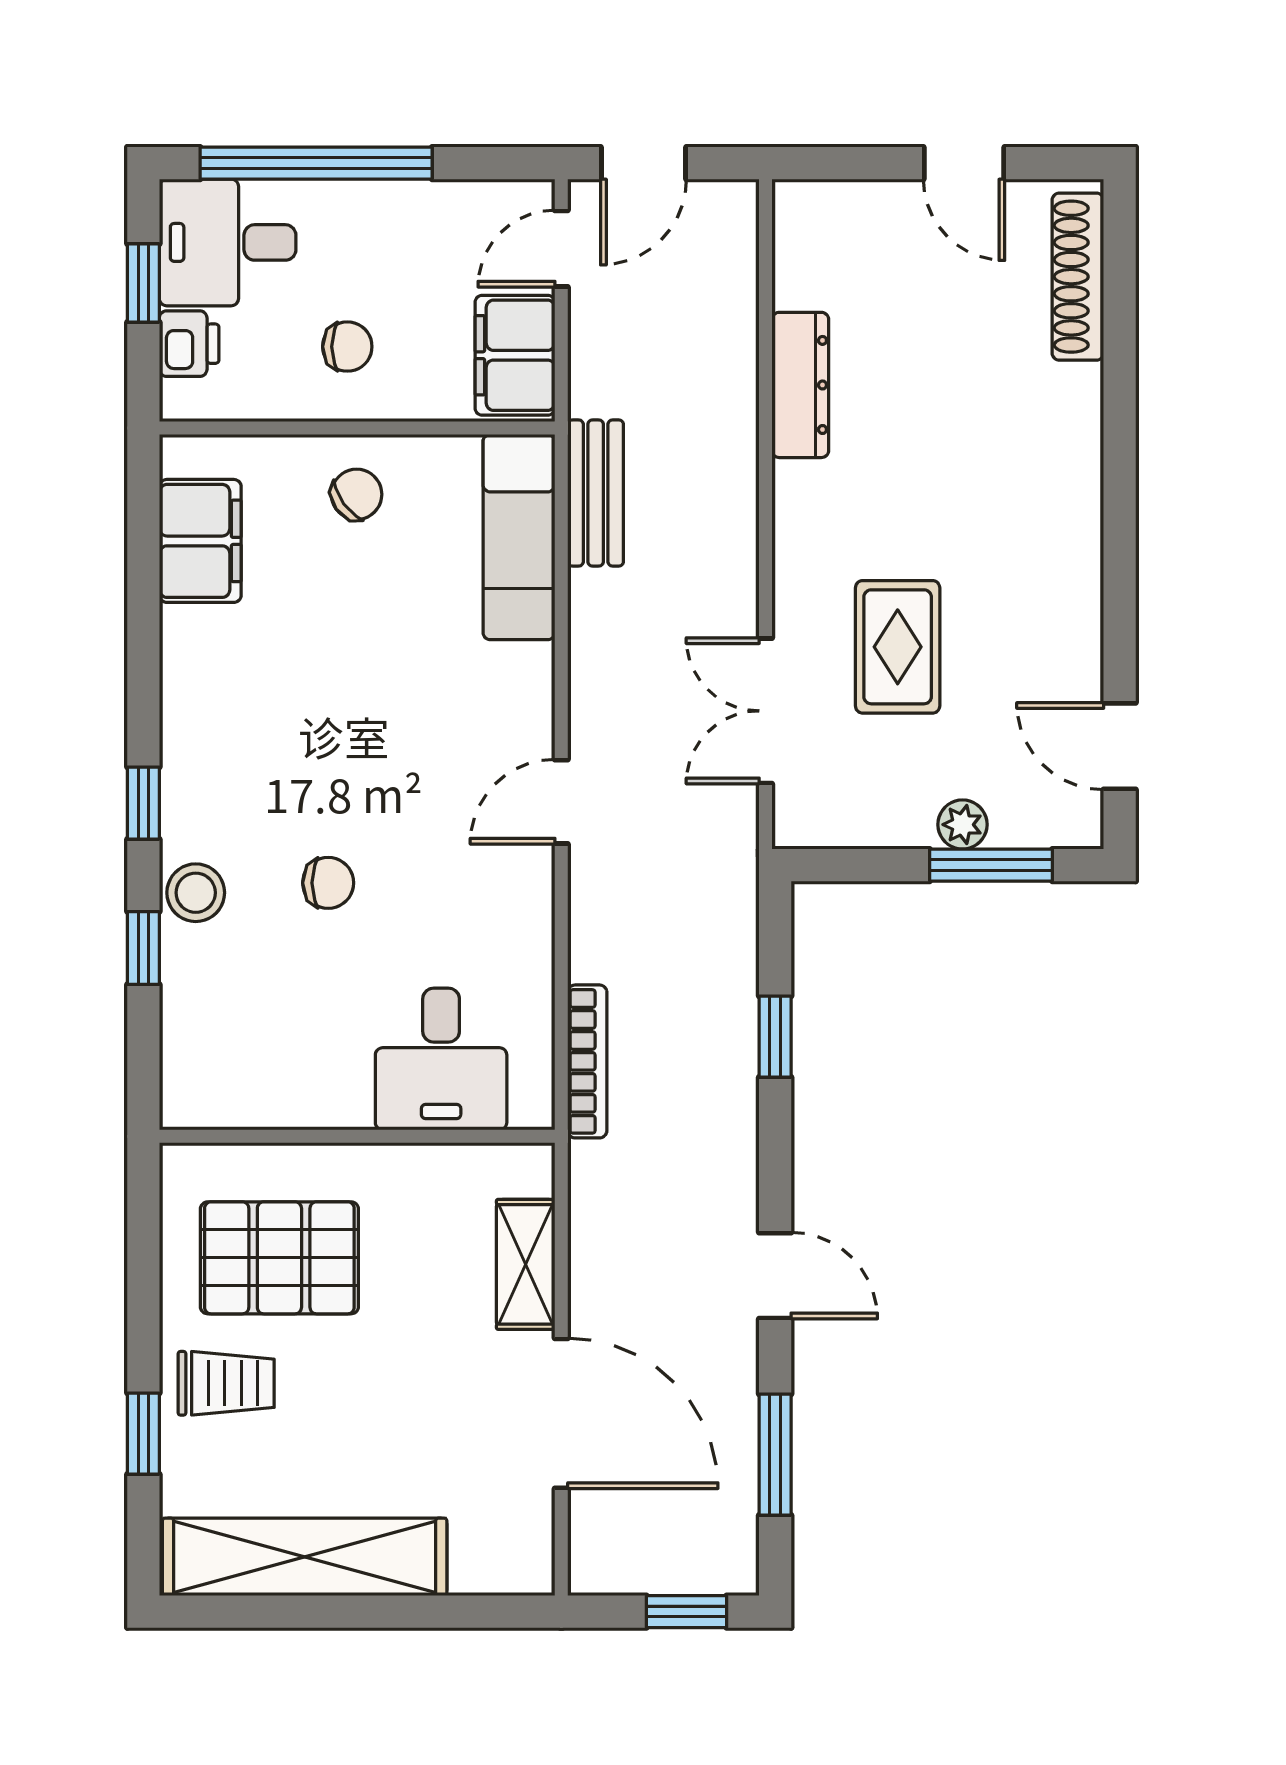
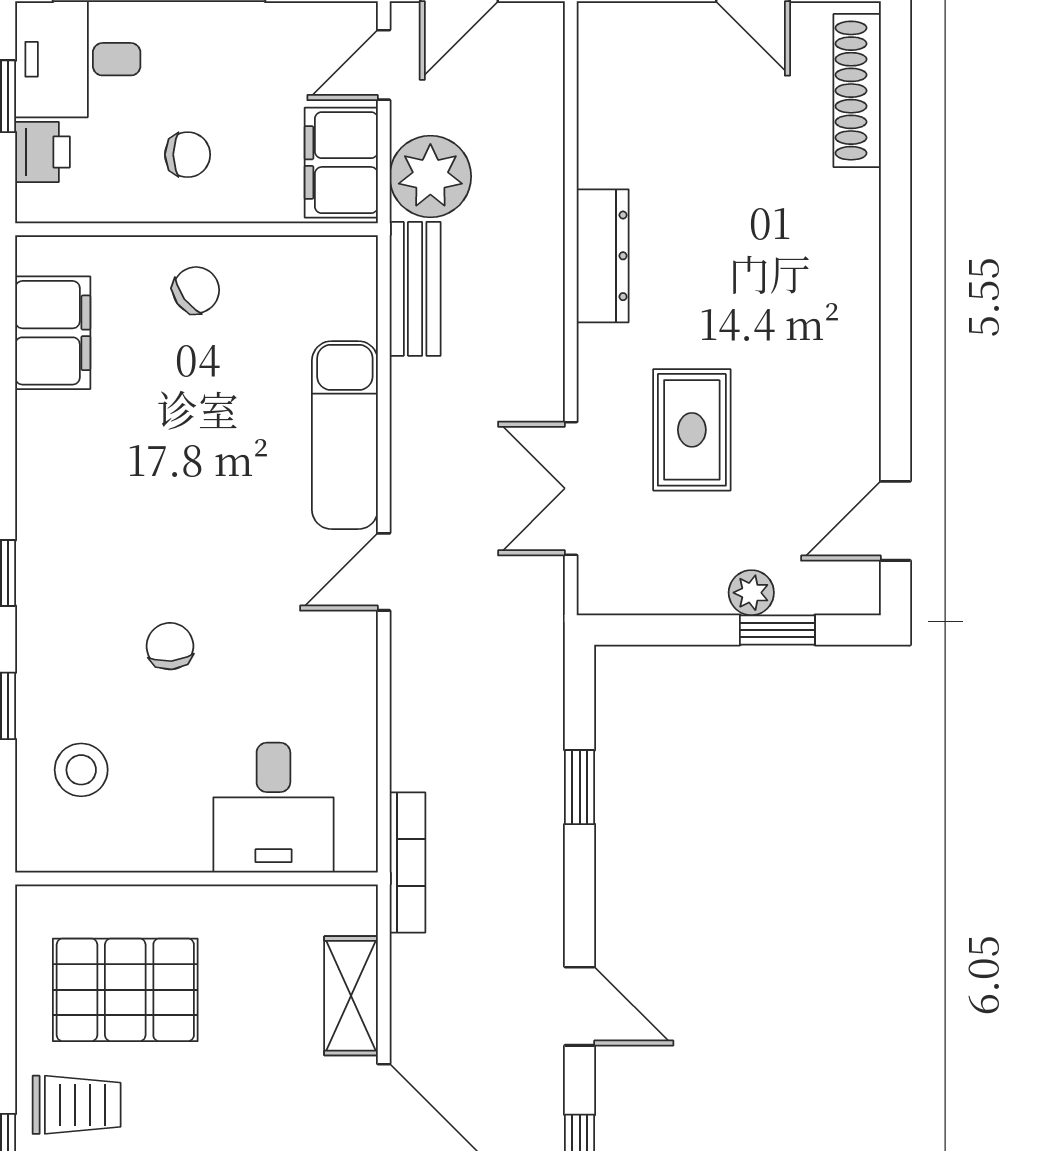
plant: (612, 370) -> (430, 176), added
dresser: (800, 385) -> (603, 256), moved
exam couch: (519, 537) -> (345, 435), moved
door: (1120, 746) -> (895, 521), hinge flipped
window: (991, 865) -> (777, 630), width x0.67
chair: (328, 883) -> (170, 646), turned -95
stool: (196, 893) -> (81, 770), moved
bookcase: (587, 1061) -> (407, 863), moved

